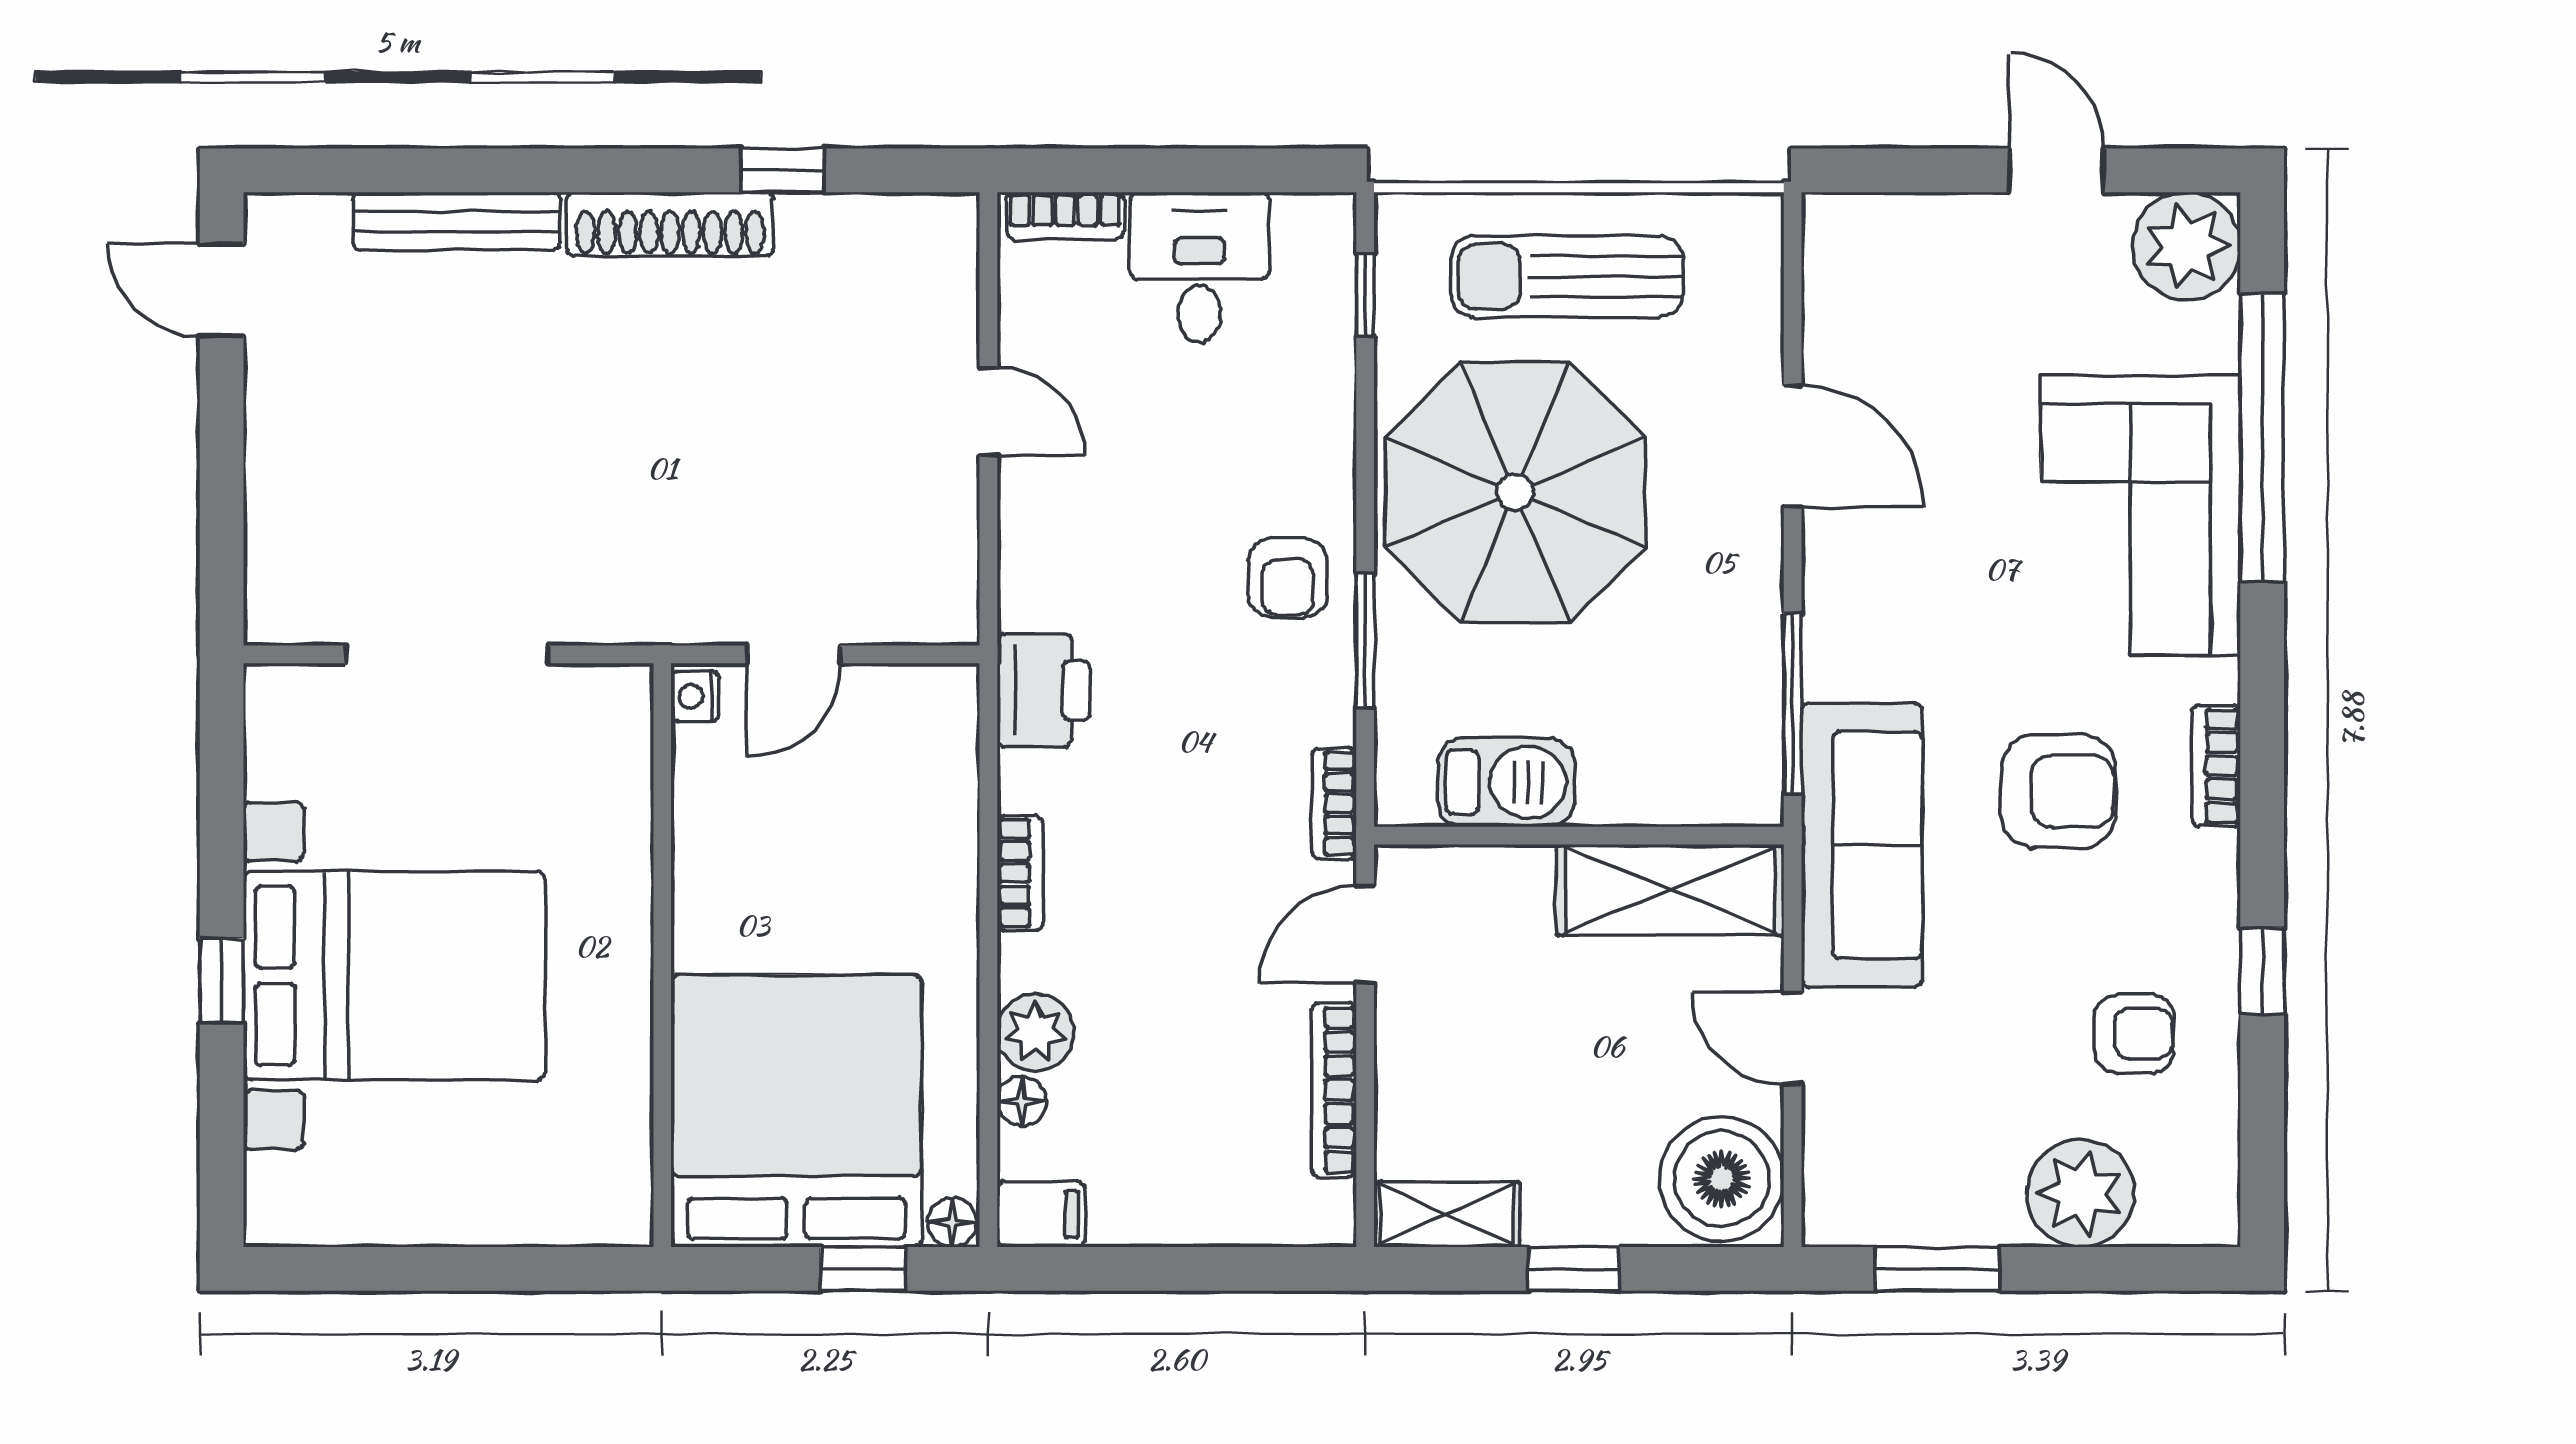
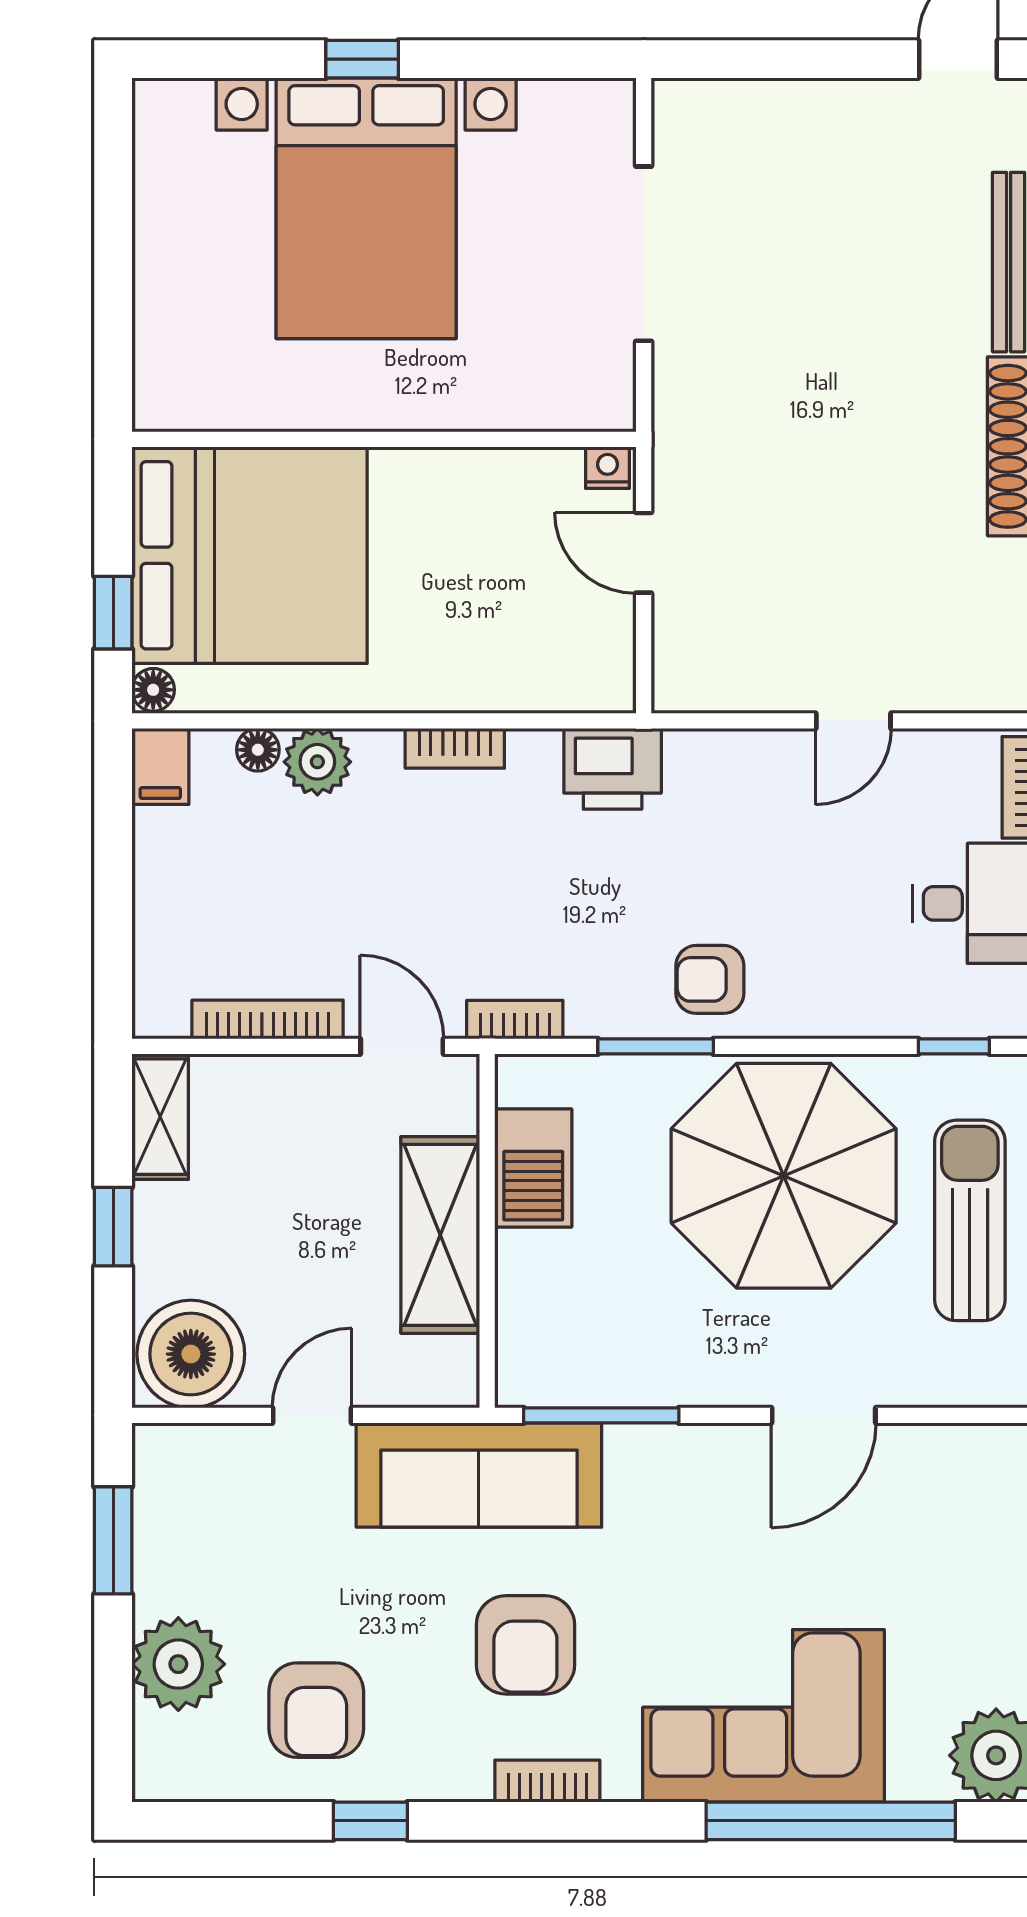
shelving: (1670, 890) -> (440, 1235), moved
armchair: (2134, 1034) -> (316, 1710), width x1.38, depth x1.38

